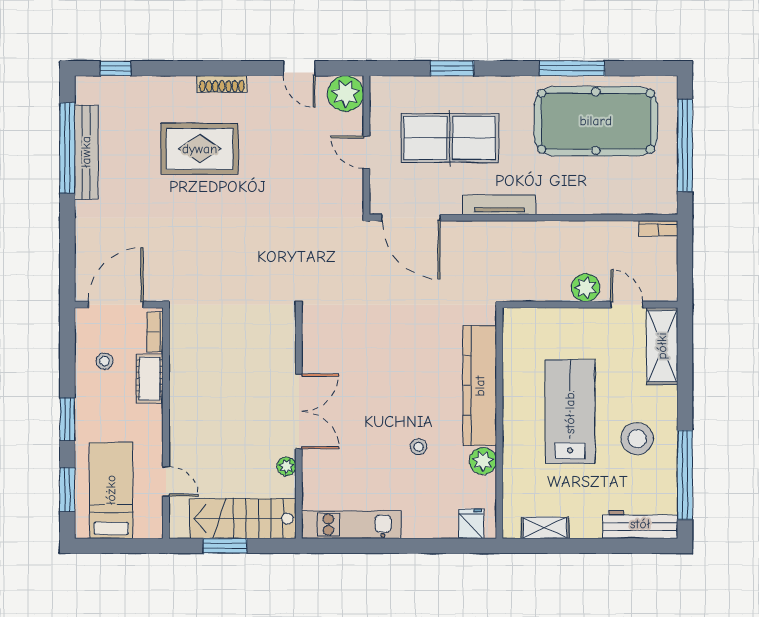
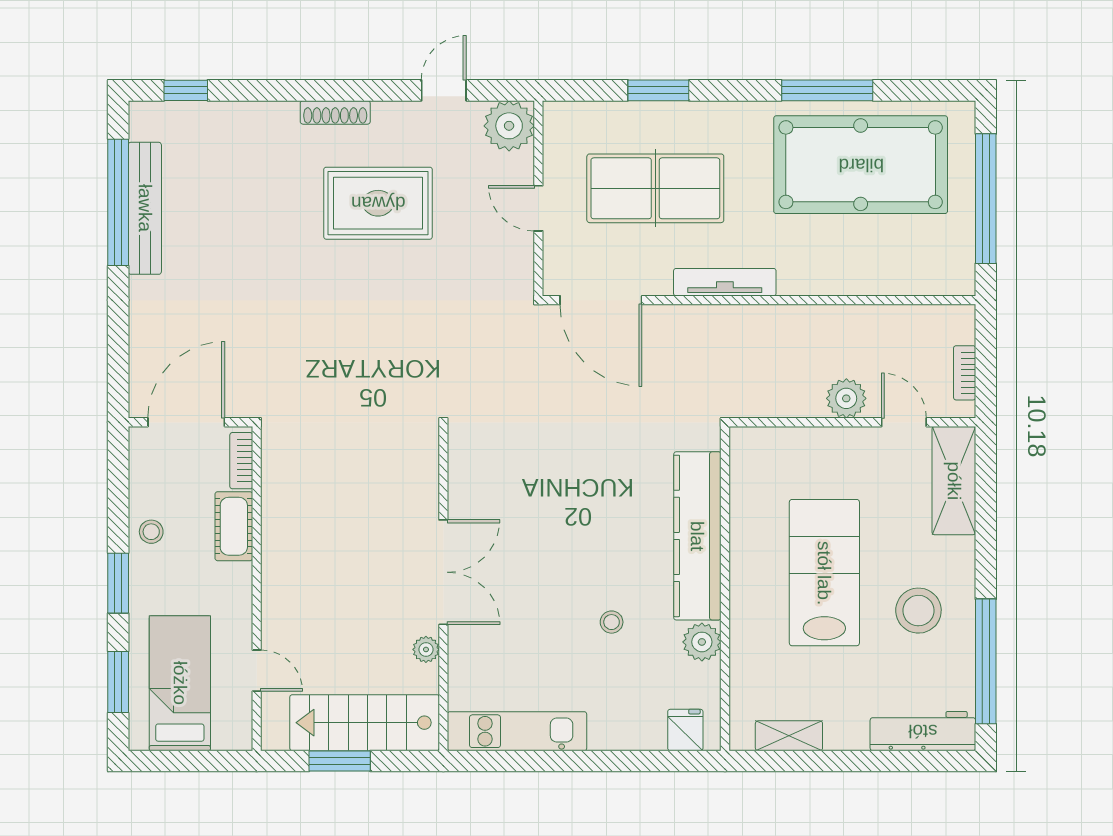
door: (299, 68) -> (444, 90), swing flipped
rug: (200, 149) -> (378, 203), moved
bookcase: (658, 228) -> (965, 373), moved, turned 90
stool: (105, 361) -> (151, 532), moved

